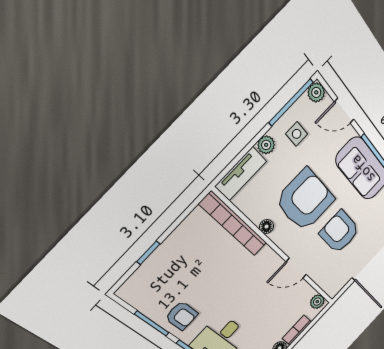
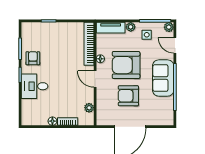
armchair: (305, 200) -> (126, 65), turned 180
armchair: (340, 232) -> (128, 96), turned -90
door: (296, 268) -> (95, 79), moved
plant: (317, 302) -> (89, 108), moved
armchair: (182, 316) -> (33, 58), turned 180

